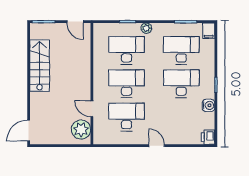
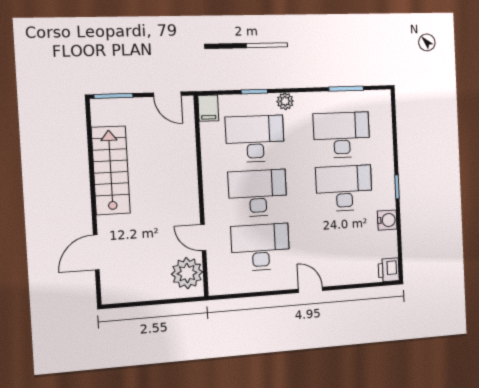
filing cabinet: (209, 31) -> (208, 108), moved
door: (29, 131) -> (96, 252), moved

